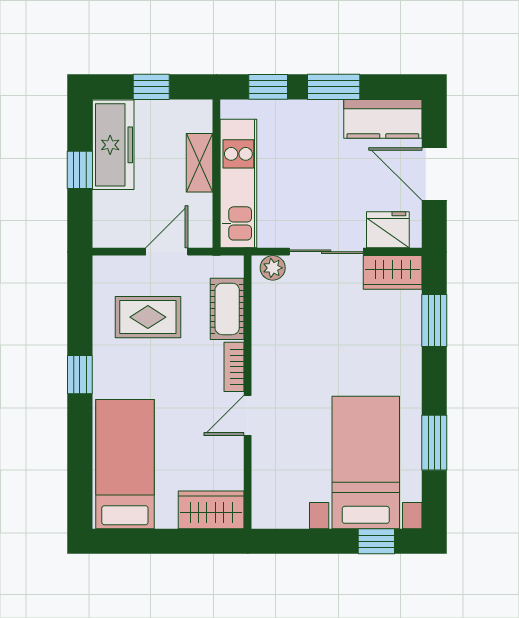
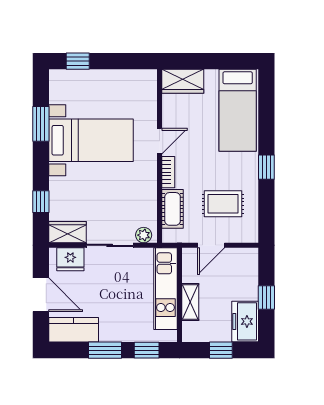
freezer: (113, 145) -> (245, 321), width x0.71
window: (434, 320) -> (41, 202), width x0.67
bed with nightstands: (366, 462) -> (91, 140), moved, turned -90

